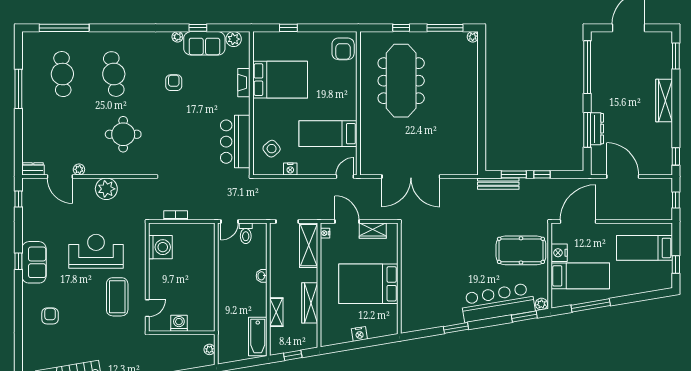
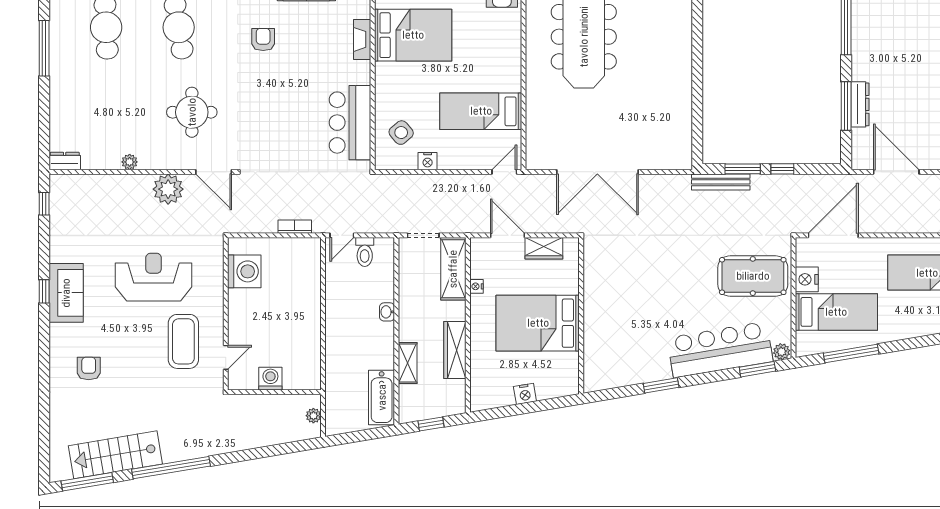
door: (60, 176) -> (214, 172), moved
bookcase: (176, 215) -> (295, 227), moved
nightstand: (325, 233) -> (477, 286), moved

